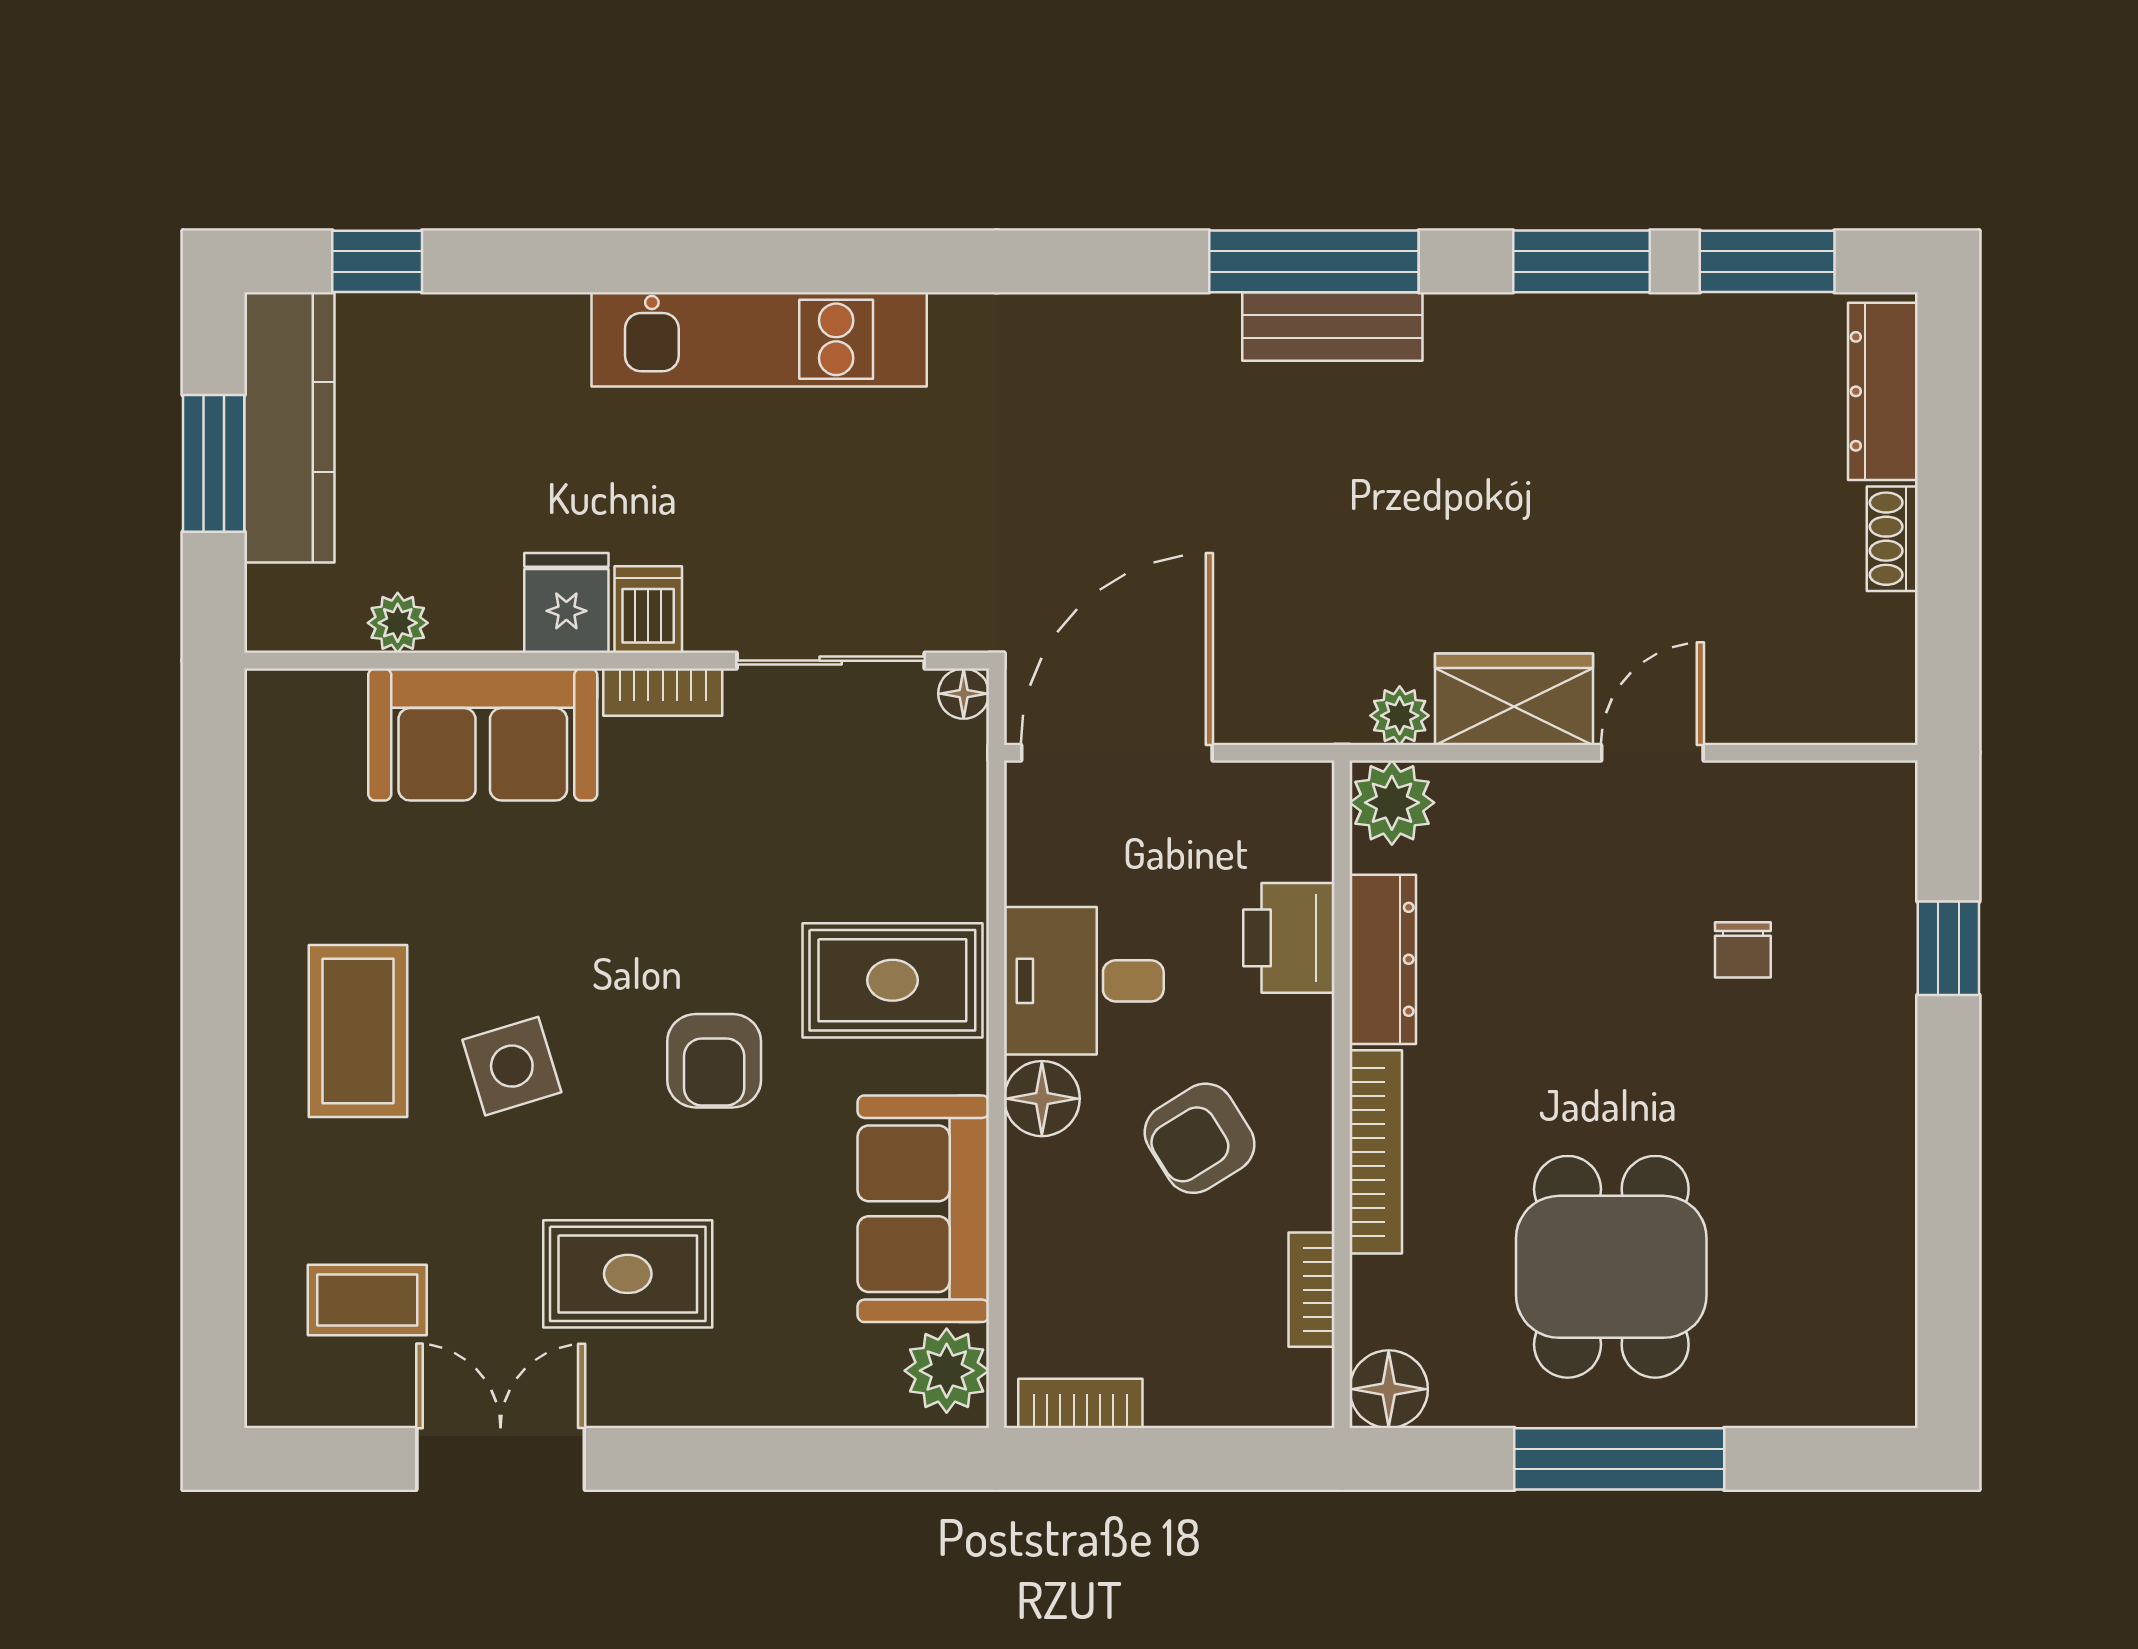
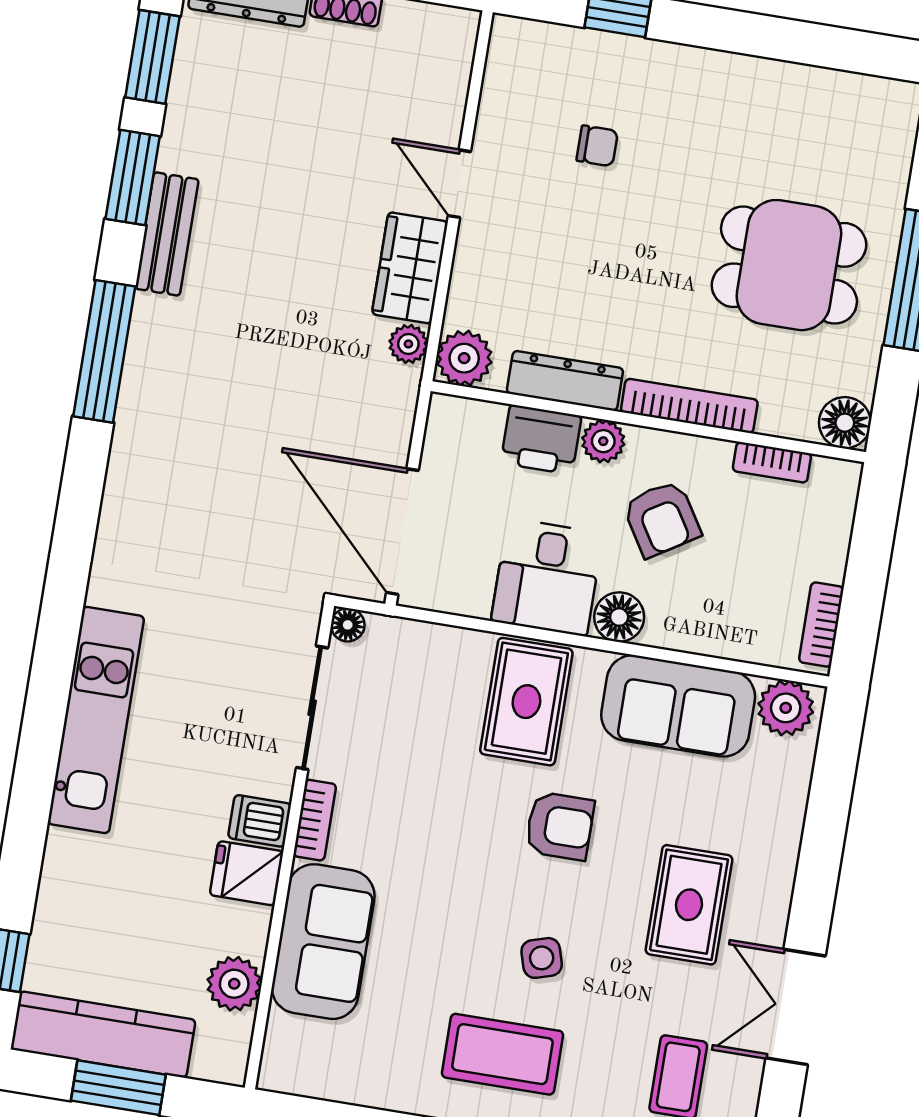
bench: (1332, 326) -> (167, 234), moved
plant: (398, 623) -> (234, 984), width x1.38, depth x1.38
plant: (1302, 1032) -> (603, 441), added
side table: (512, 1066) -> (542, 958), width x0.73, depth x0.73

